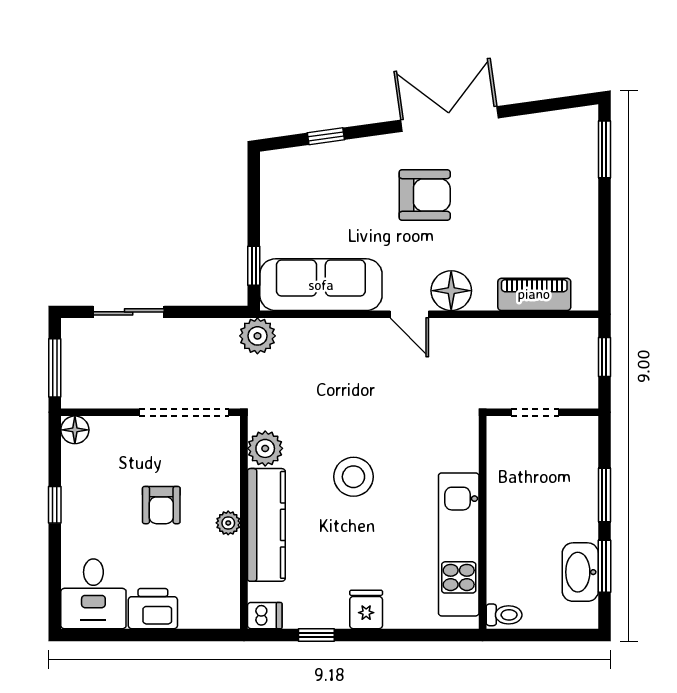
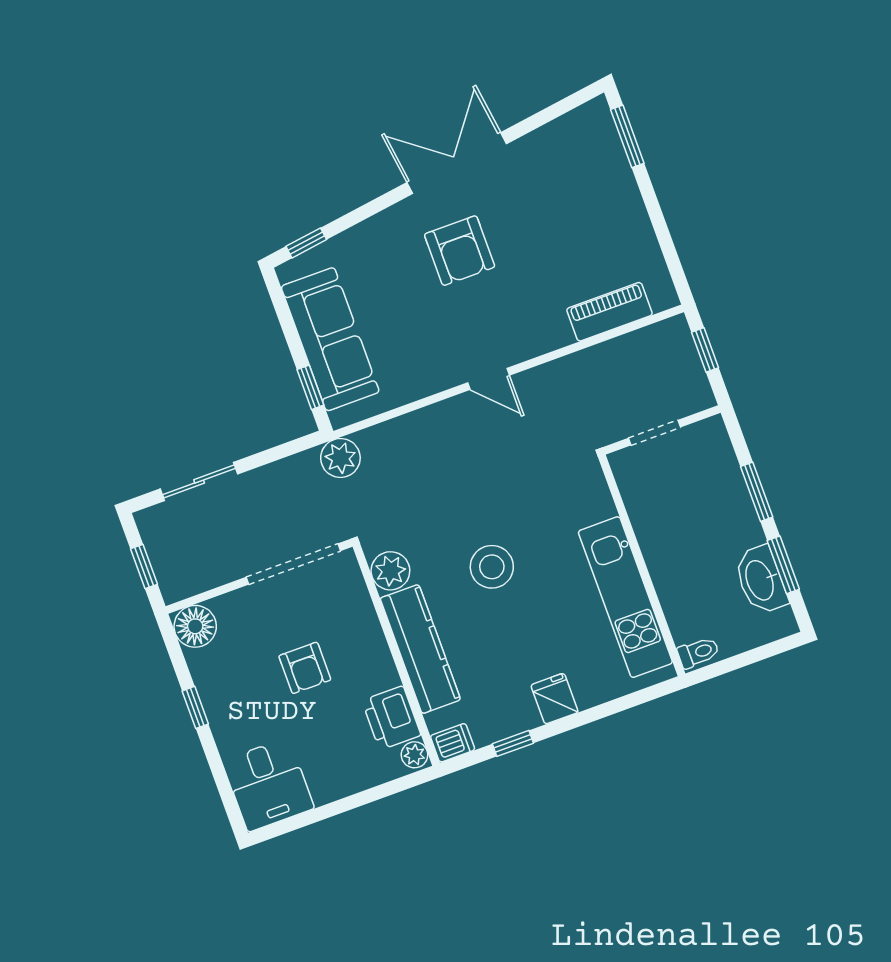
window: (326, 136) -> (306, 243), moved
armchair: (425, 195) -> (460, 251), turned 90
sofa: (321, 285) -> (330, 339), moved, turned 90
floor lamp: (451, 291) -> (523, 339), removed
window: (55, 368) -> (144, 567), width x0.67
floor lamp: (75, 430) -> (195, 626), width x1.38, depth x1.38
plant: (228, 523) -> (414, 755), moved
printer: (153, 609) -> (391, 718), moved, turned -90

